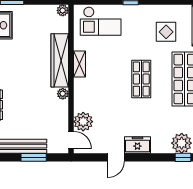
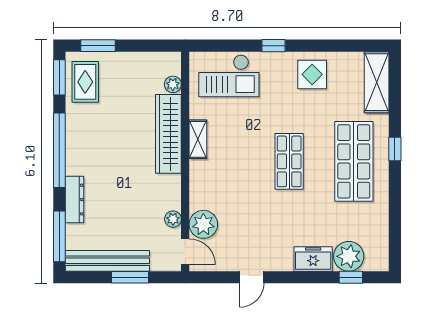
plant: (63, 10) -> (173, 84), moved
display table: (166, 32) -> (312, 74), moved
plant: (63, 94) -> (173, 219), moved
freezer: (137, 145) -> (313, 259), moved

